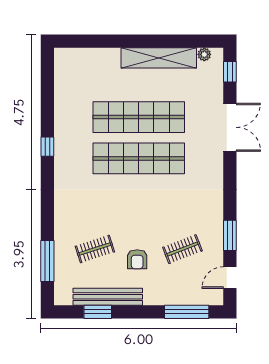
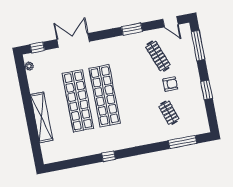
shelving: (159, 58) -> (41, 117), moved
window: (230, 235) -> (132, 29), moved
clothes rail: (182, 249) -> (158, 56), width x1.36
bench: (108, 297) -> (198, 98), removed
window: (98, 312) -> (207, 90), moved

